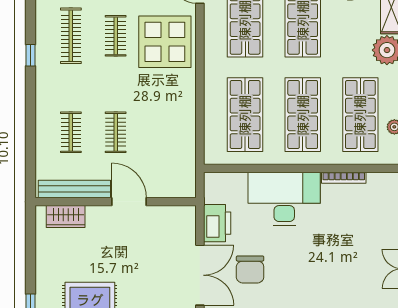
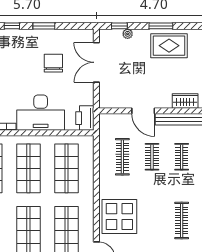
clothes rail: (116, 36) -> (122, 157), moved, width x1.36
printer: (217, 223) -> (85, 118), moved
chair: (250, 269) -> (53, 63), moved

